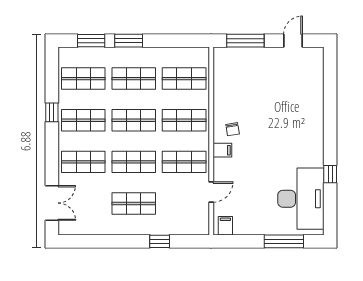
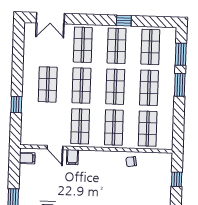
window: (245, 41) -> (177, 179), width x0.46
chair: (233, 129) -> (131, 162), moved
filing cabinet: (222, 150) -> (72, 157), moved

